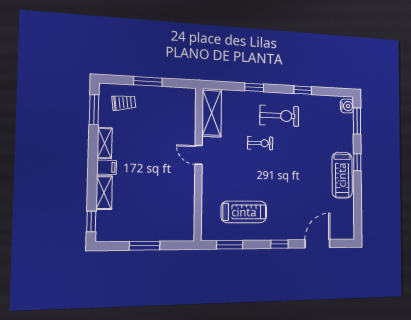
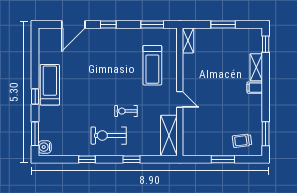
shelving: (105, 143) -> (188, 40), moved
treadmill: (244, 212) -> (152, 65), moved, turned -90

